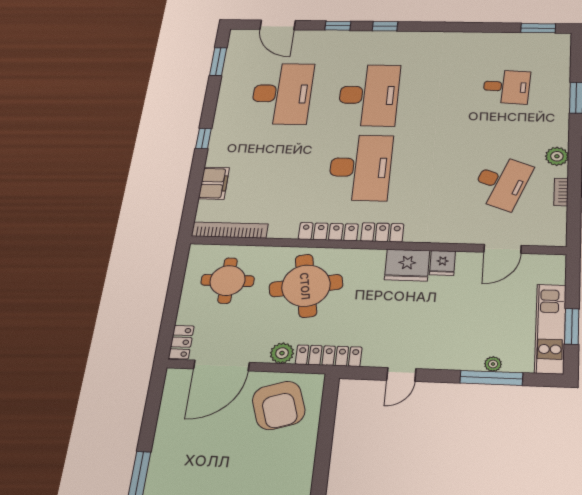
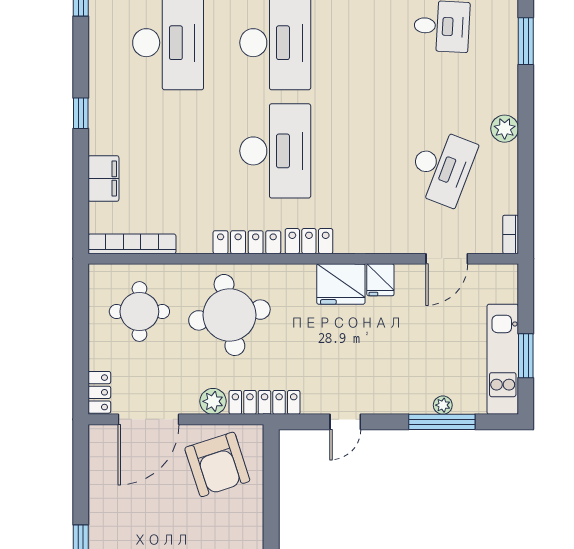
bookcase: (561, 192) -> (511, 234), moved

